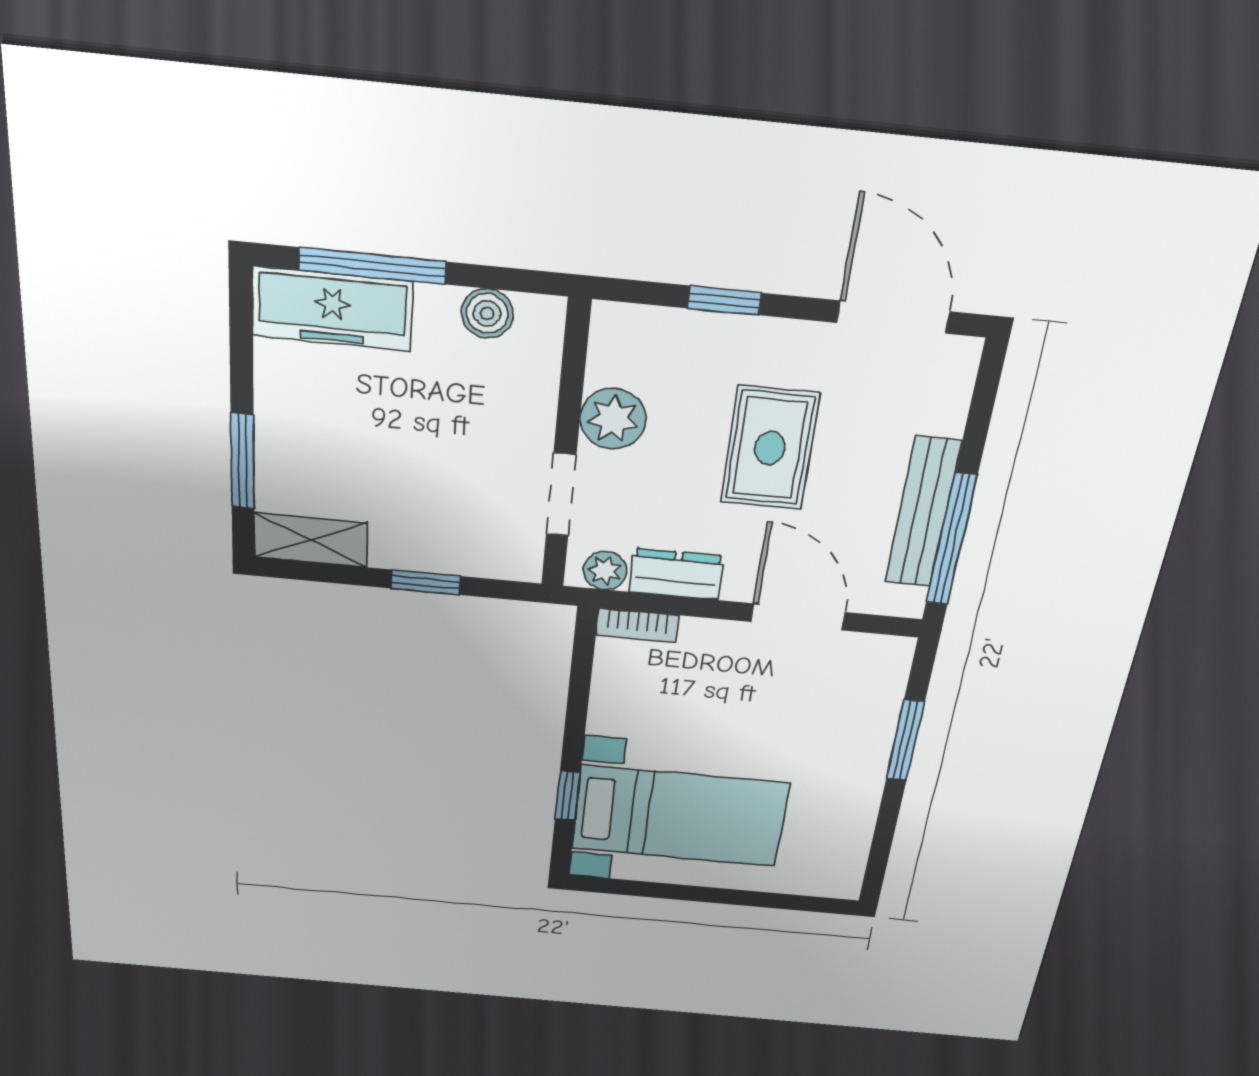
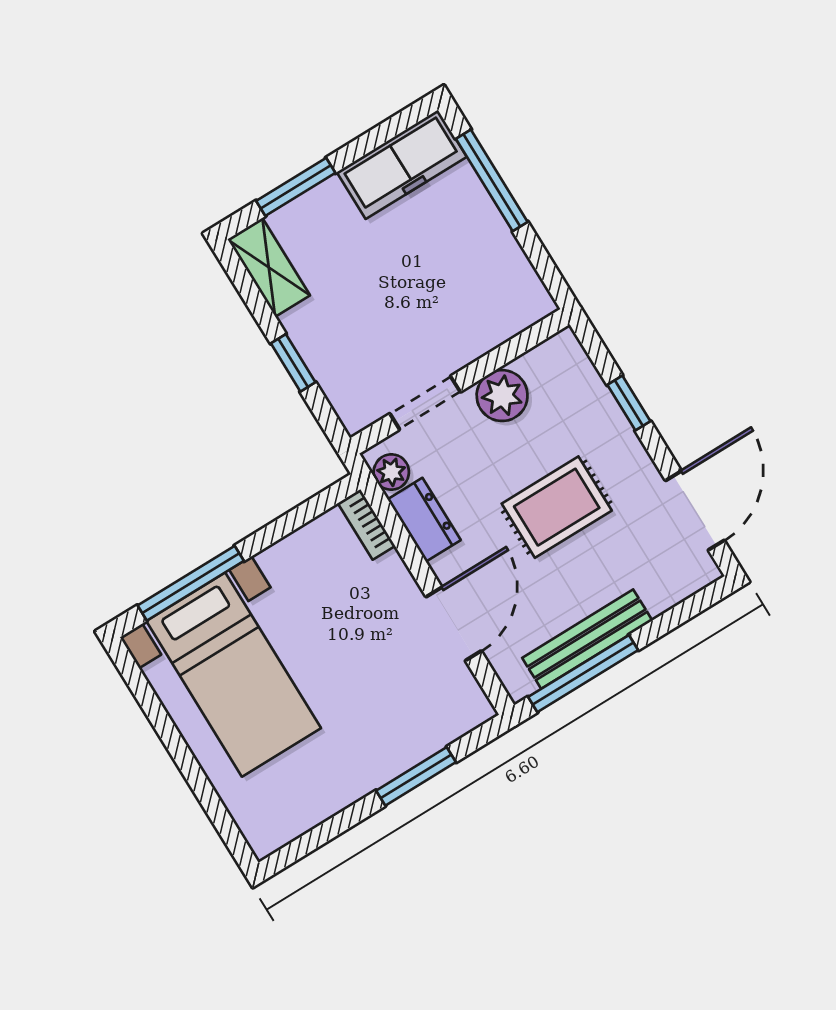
freezer: (332, 309) -> (402, 164), moved, turned -90
boiler: (487, 313) -> (513, 269), removed
window: (568, 796) -> (191, 583), width x2.17

